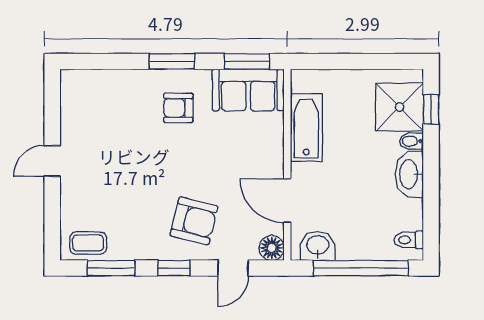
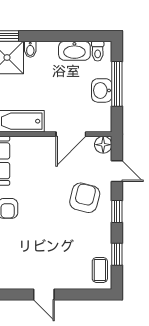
washbasin: (409, 174) -> (74, 51), moved
washbasin: (318, 246) -> (102, 90), moved
window: (111, 268) -> (117, 254), width x0.67
window: (361, 268) -> (117, 84), width x0.68

